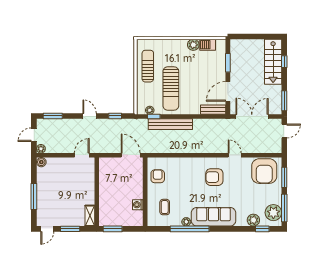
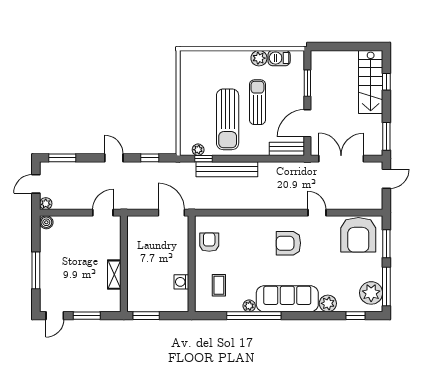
sun lounger: (148, 66) -> (257, 102), moved
shelving: (90, 216) -> (114, 275), moved
plant: (253, 220) -> (328, 303), moved

